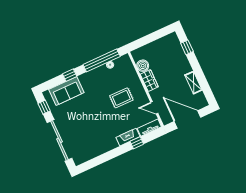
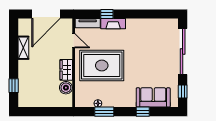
window: (102, 60) -> (104, 112), width x0.47
rug: (121, 98) -> (102, 65), width x1.86, depth x2.06
door: (187, 119) -> (46, 14), hinge flipped

